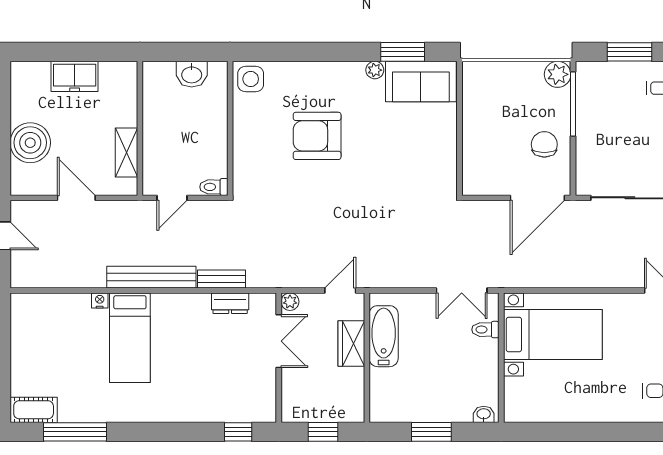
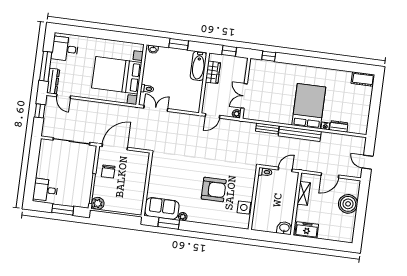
washbasin: (192, 74) -> (284, 228), moved
freezer: (75, 76) -> (307, 230), moved
side table: (251, 79) -> (244, 207), moved
door: (76, 198) -> (330, 175), hinge flipped
dresser: (230, 303) -> (339, 126), moved
bed with nightstands: (553, 335) -> (117, 75), width x1.36
bathtub: (384, 336) -> (198, 66), moved
bed: (130, 338) -> (309, 106), width x1.50
wardrobe: (351, 344) -> (213, 72), moved
window: (75, 432) -> (345, 66), removed

